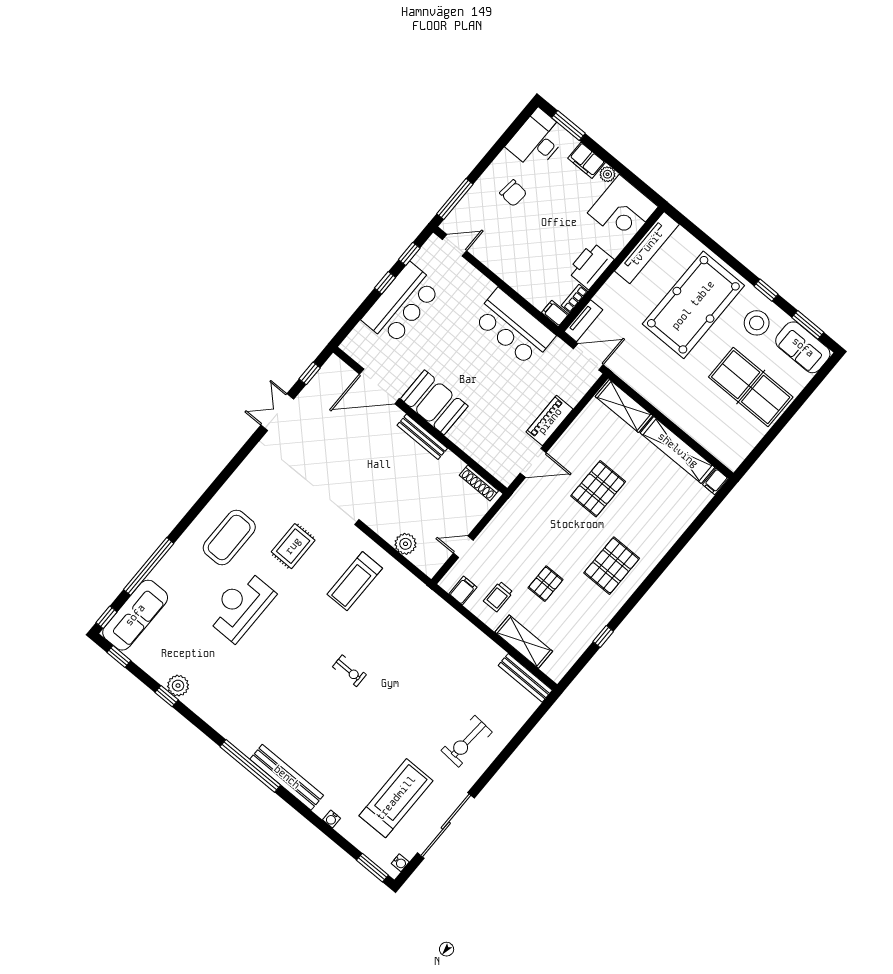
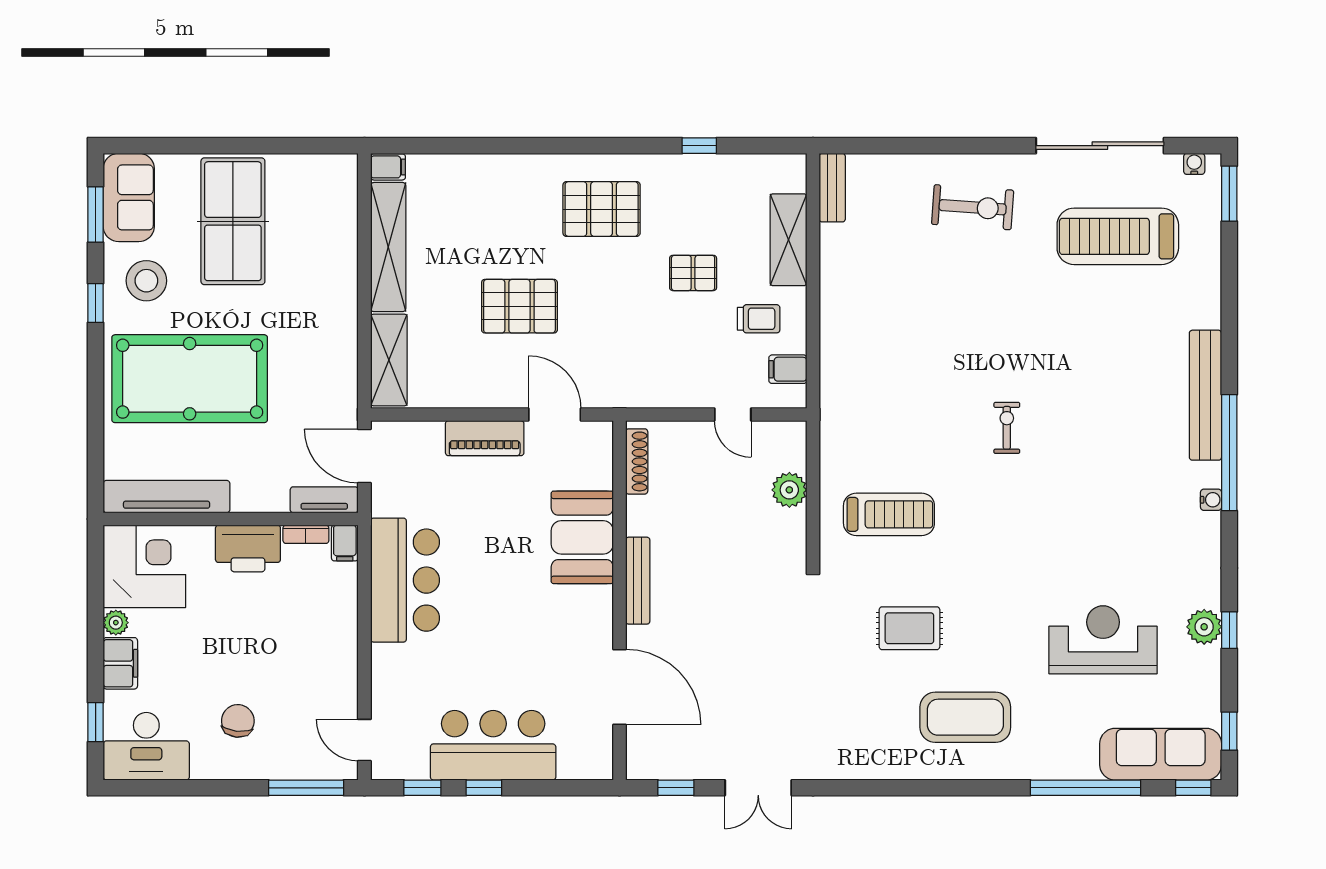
window: (569, 126) -> (96, 722), width x0.67
booth: (434, 402) -> (582, 537), moved
reception desk: (240, 606) -> (1103, 640), moved, turned 180
bench: (525, 678) -> (832, 188), width x0.73
water cooler: (332, 819) -> (1211, 500), moved

